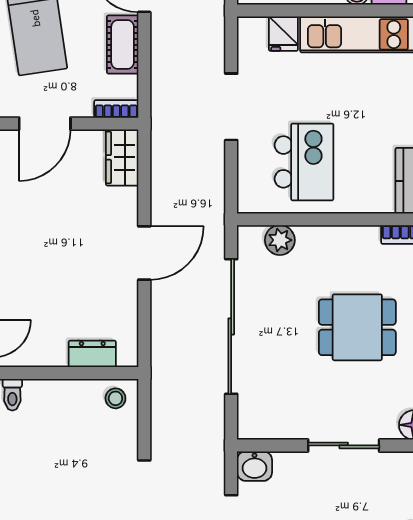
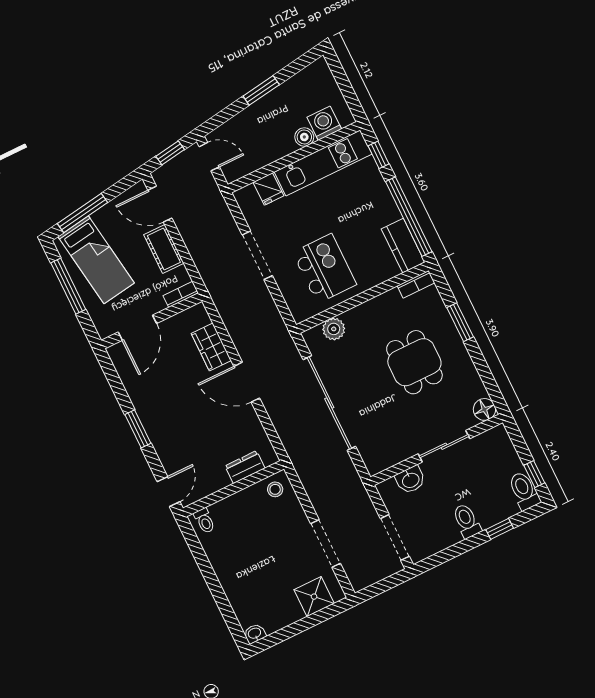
wardrobe: (122, 157) -> (211, 347), moved
door: (144, 253) -> (247, 382), swing flipped
dining table: (357, 327) -> (414, 362), turned 90
washbasin: (255, 466) -> (410, 480), moved

